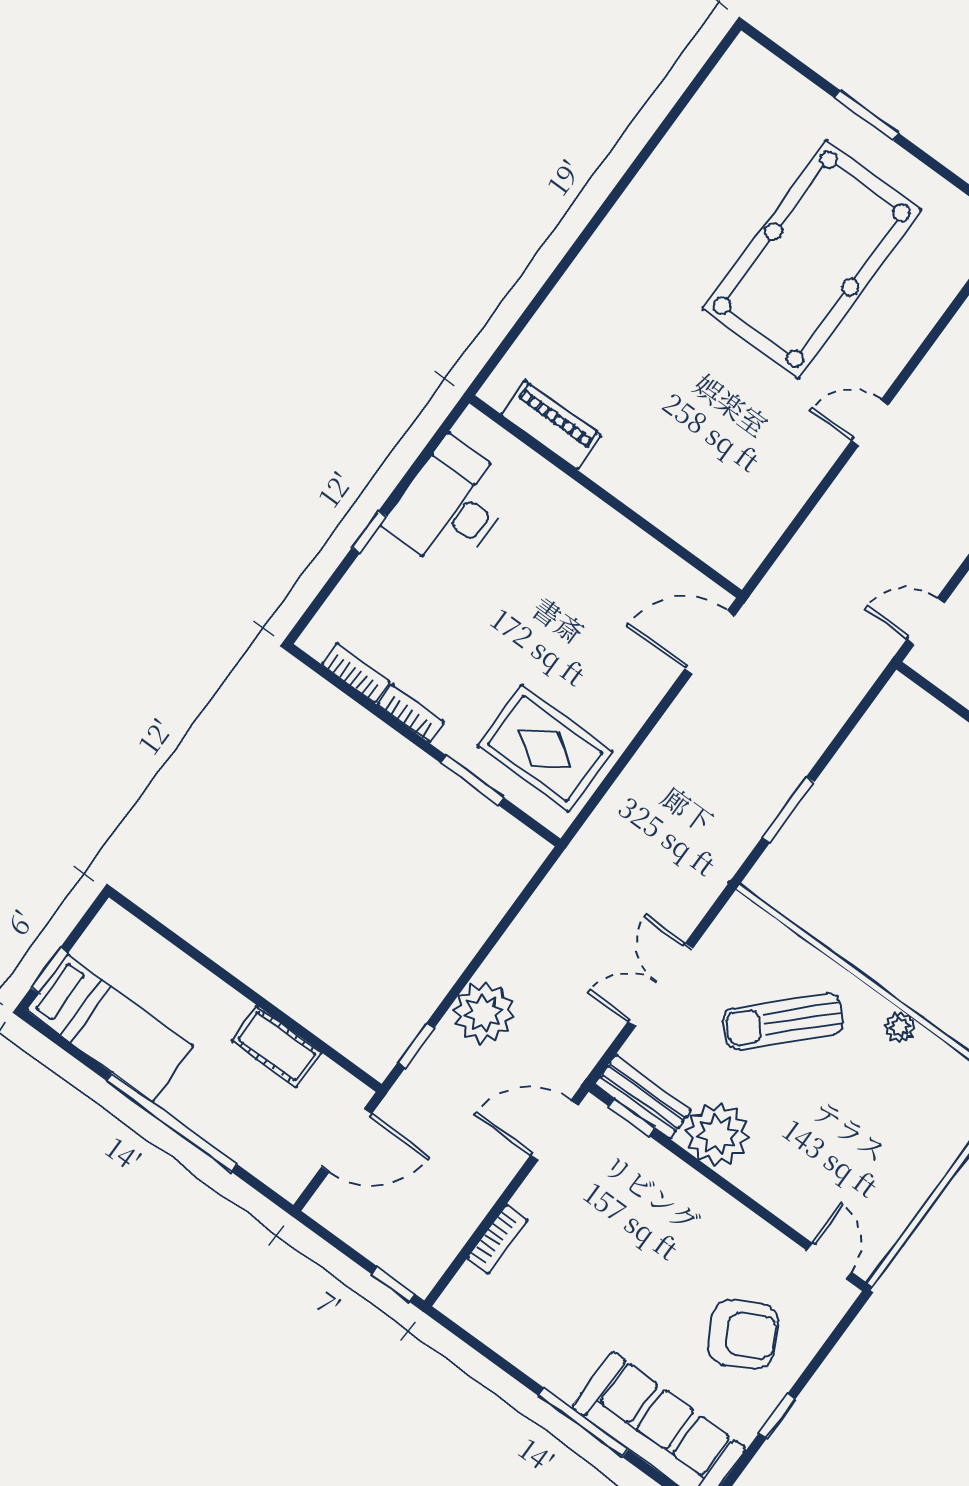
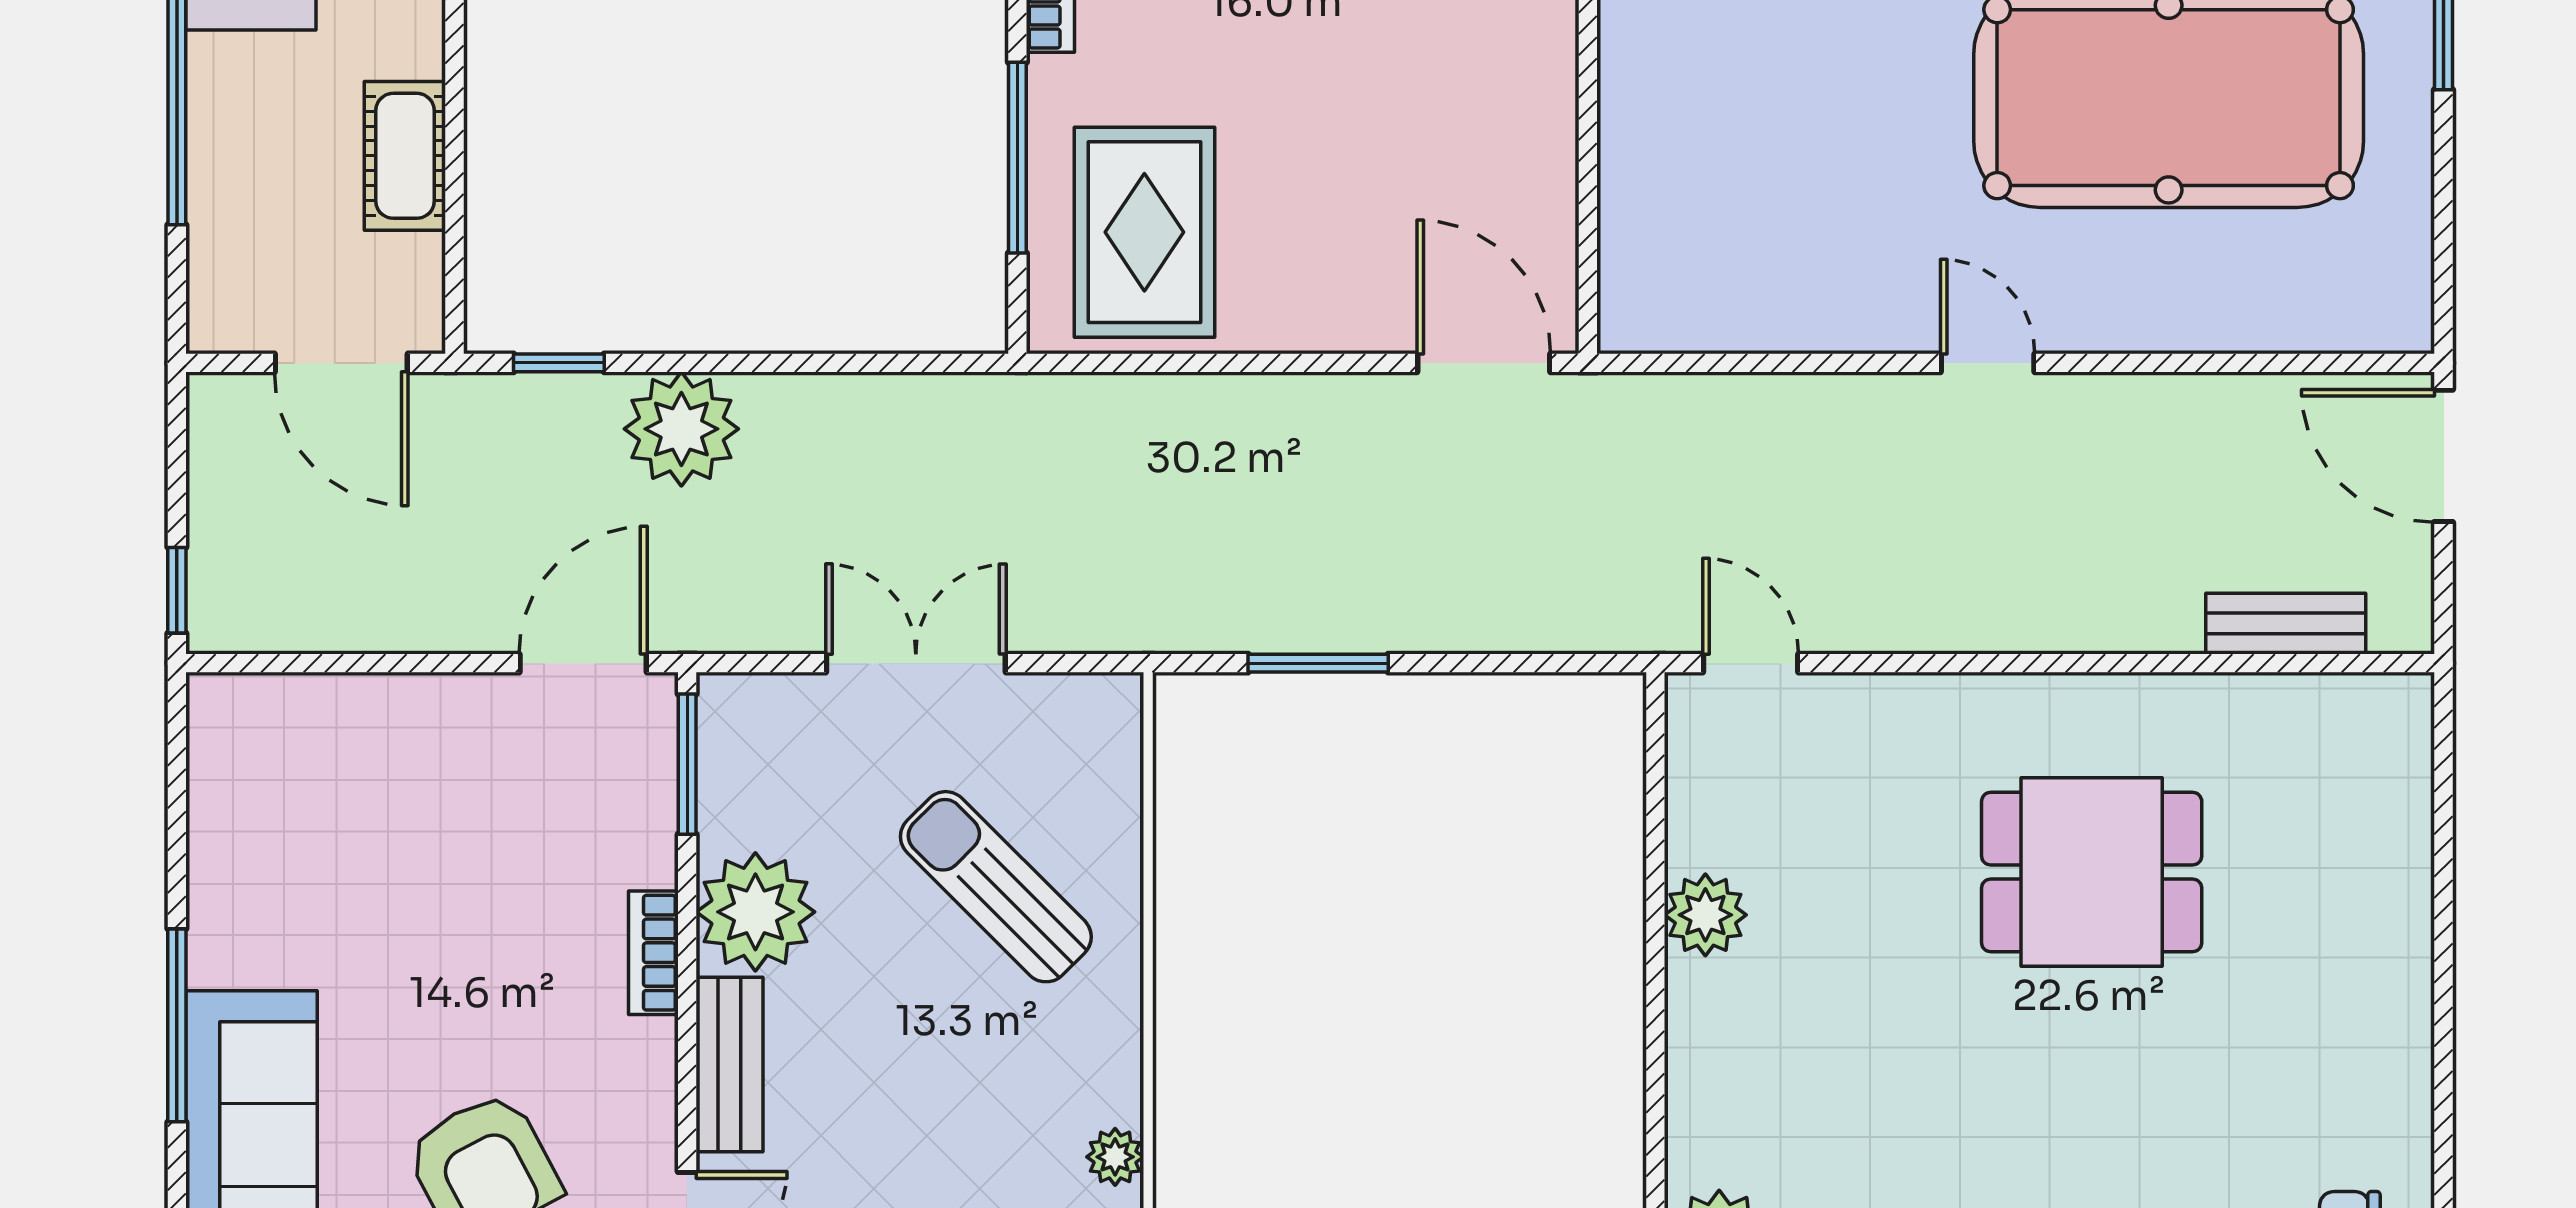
window: (472, 780) -> (1017, 158), width x1.44
plant: (900, 1027) -> (1115, 1157), moved
bench: (643, 1097) -> (730, 1065), moved
window: (632, 1117) -> (687, 764), width x1.50
door: (554, 1130) -> (583, 663), hinge flipped
bookcase: (497, 1240) -> (653, 953), moved, turned 90

